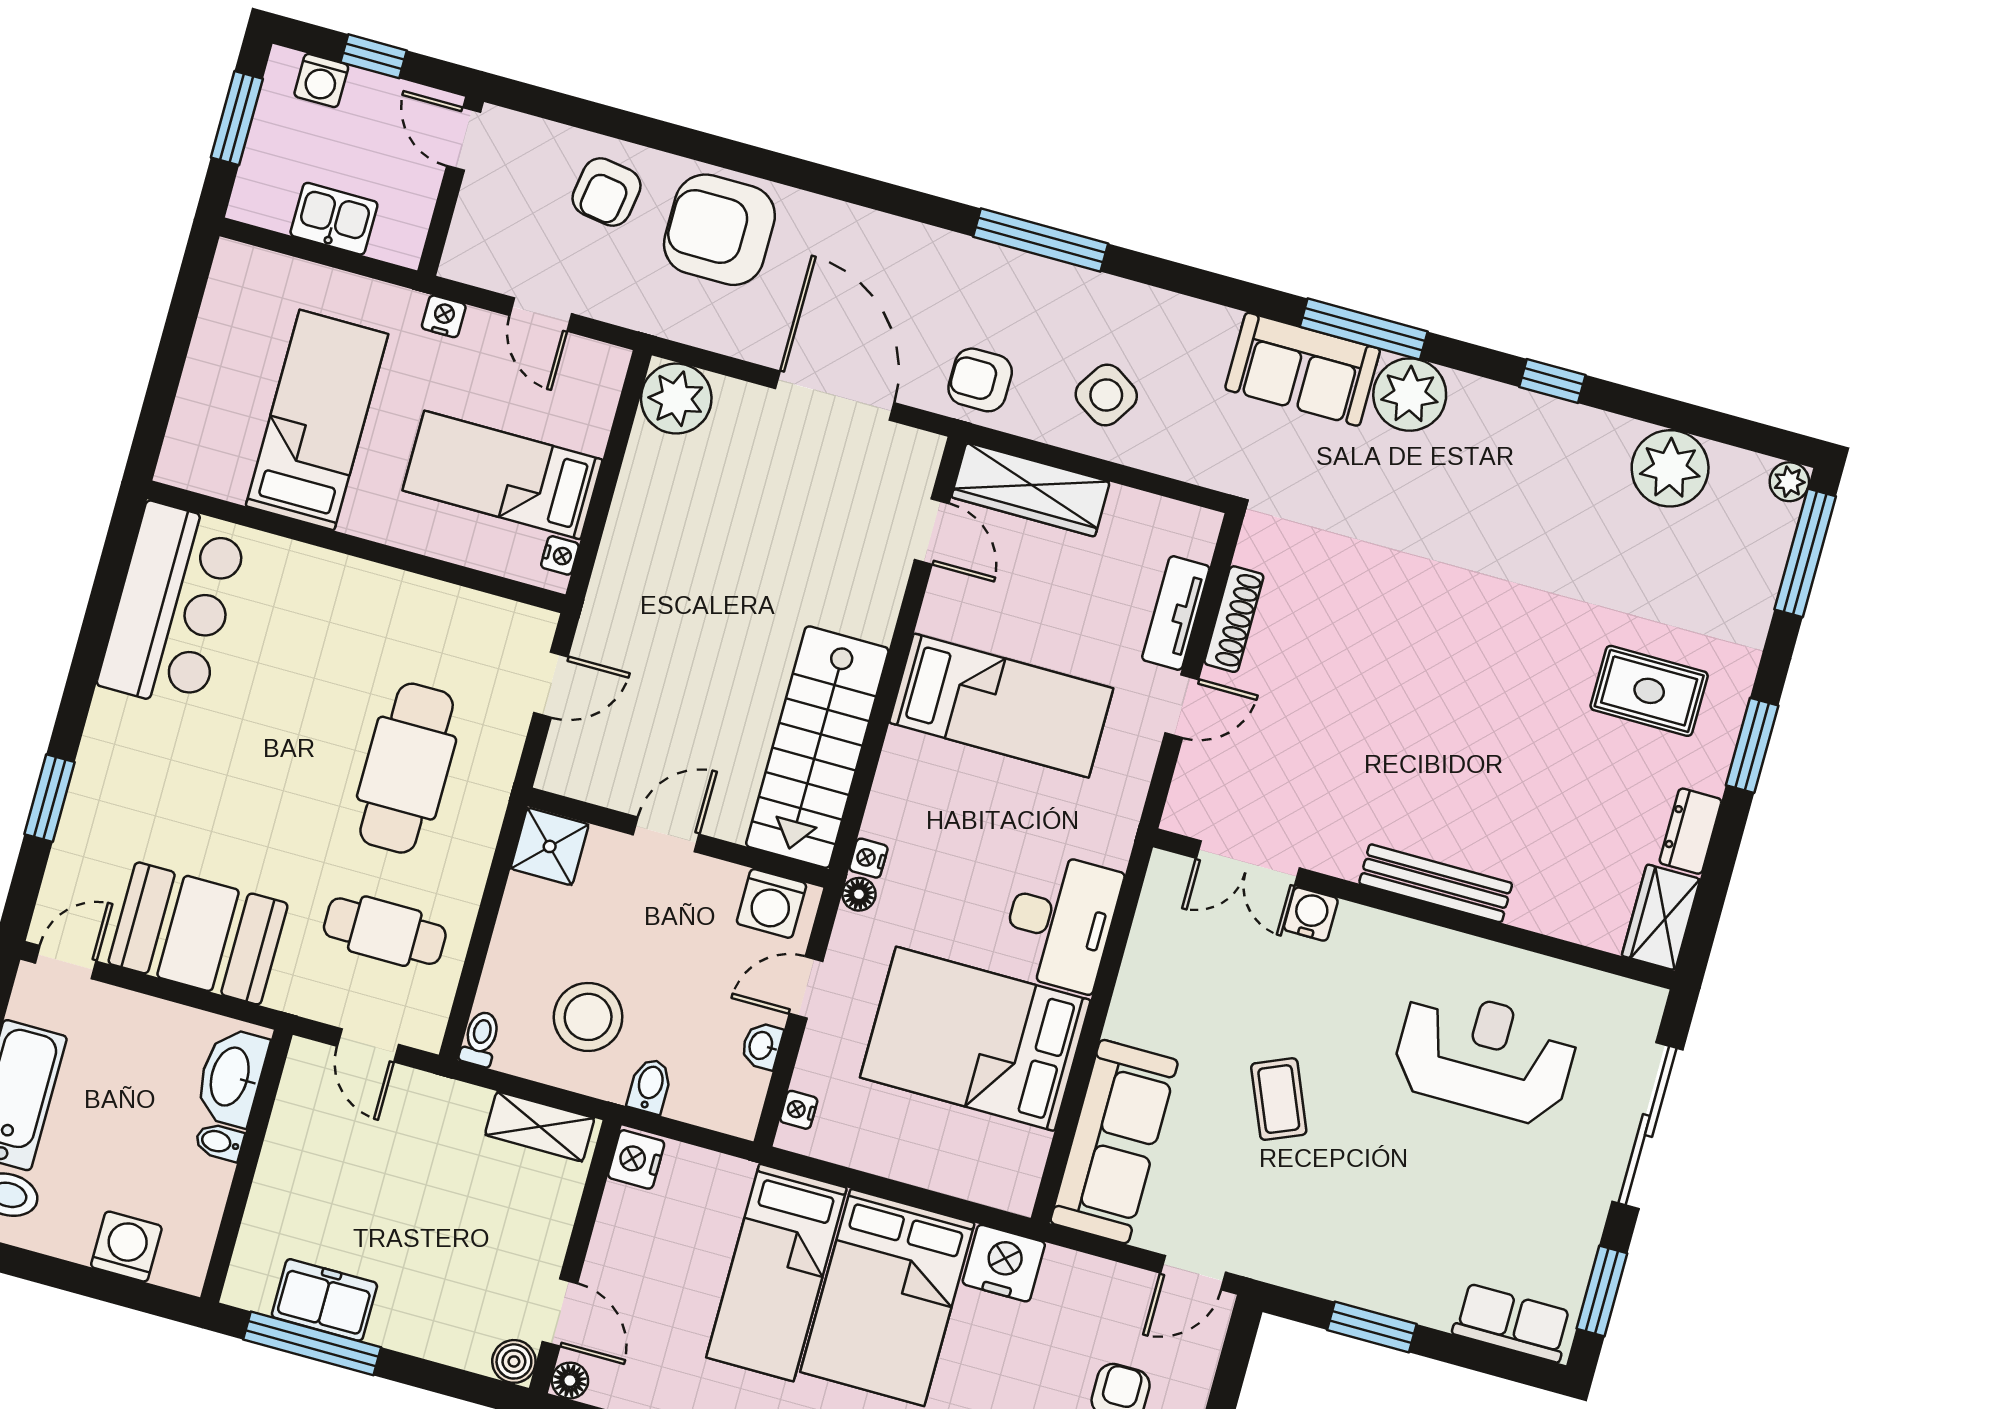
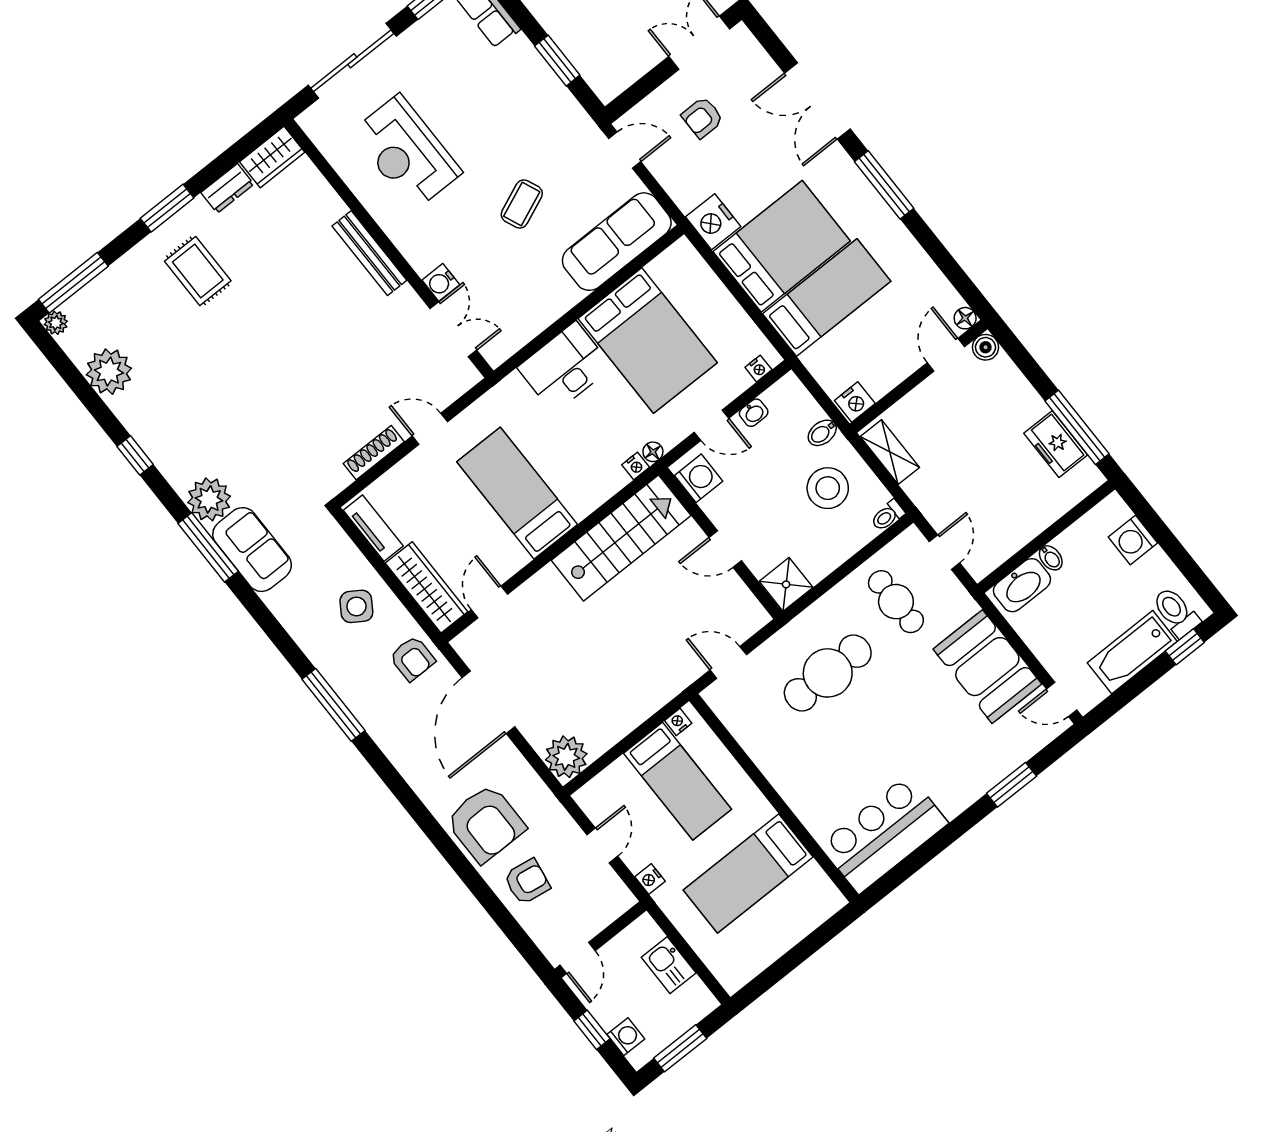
tv unit: (1176, 613) -> (373, 528), moved, turned -90

